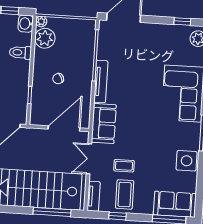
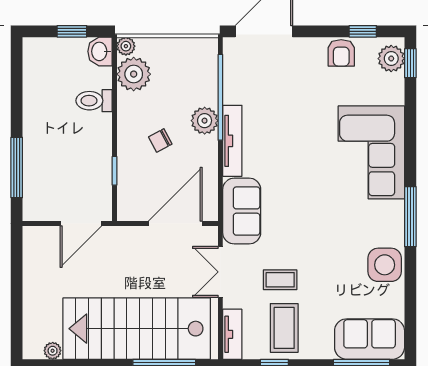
armchair: (169, 33) -> (341, 53), added
plant: (85, 69) -> (205, 121), added

